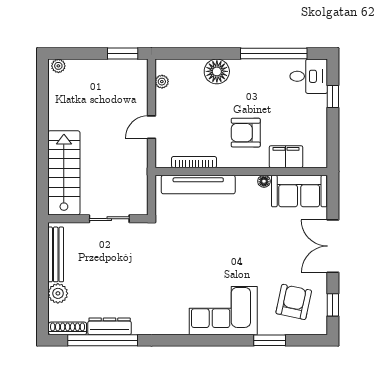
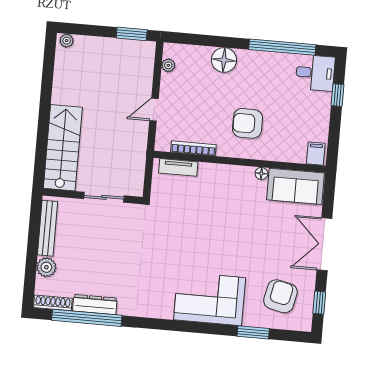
filing cabinet: (286, 157) -> (316, 154), moved, width x0.50
tv unit: (198, 185) -> (178, 167), width x0.52, depth x0.78

